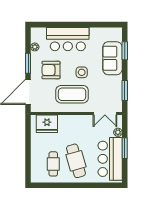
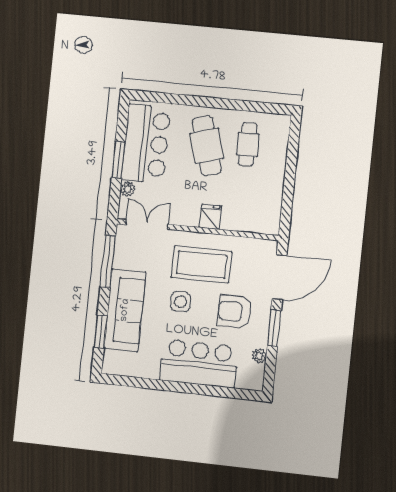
sofa: (112, 58) -> (125, 310), width x1.36
armchair: (51, 70) -> (235, 312), turned 180
window: (125, 91) -> (108, 261), width x1.44
fridge: (47, 124) -> (210, 217), moved, width x0.53, depth x0.75

